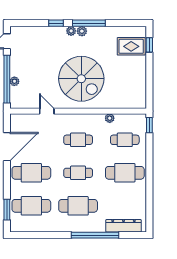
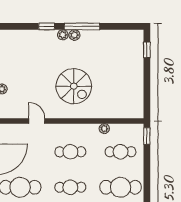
rug: (131, 46) -> (127, 51), removed
spiral stairs: (81, 79) -> (74, 86), width x0.73, depth x0.73

